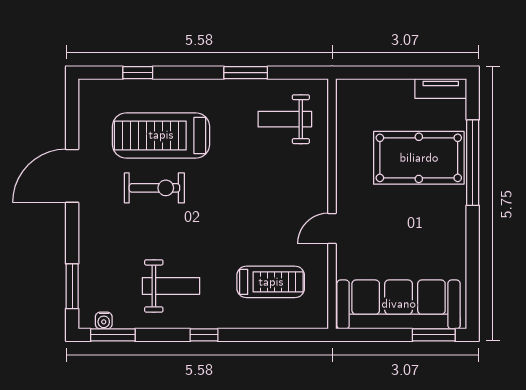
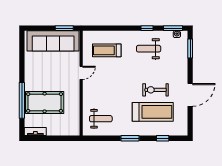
window: (246, 73) -> (130, 138), moved
window: (204, 335) -> (147, 28), moved
window: (434, 335) -> (64, 28), moved

